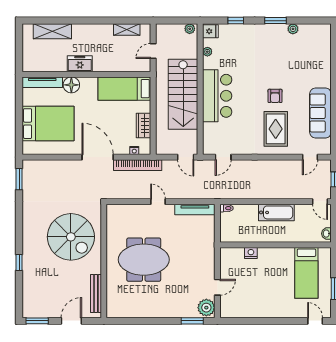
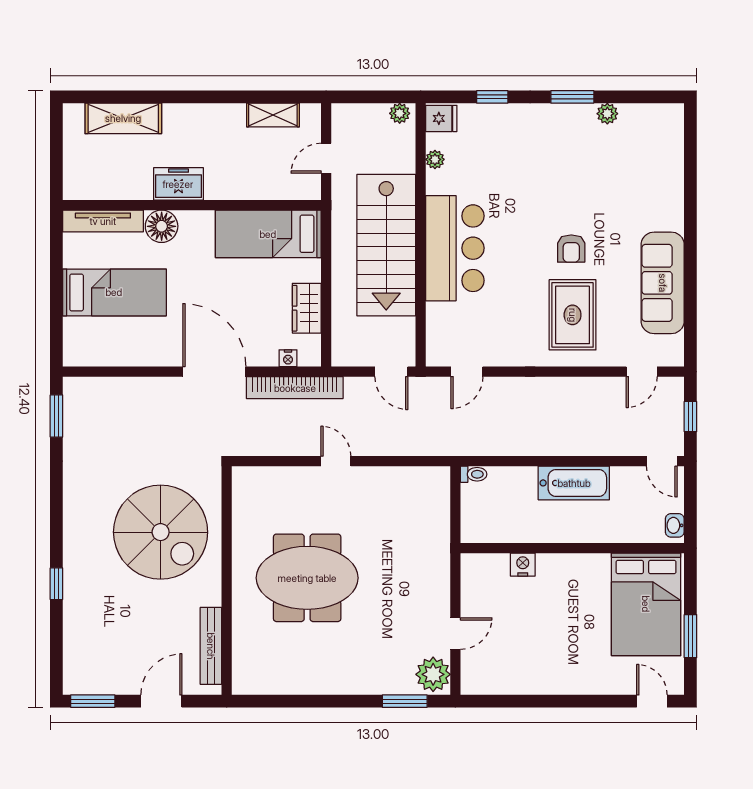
bed: (48, 124) -> (114, 292), width x0.67
tv unit: (195, 210) -> (410, 477), removed
bed: (306, 273) -> (646, 604), width x1.50

